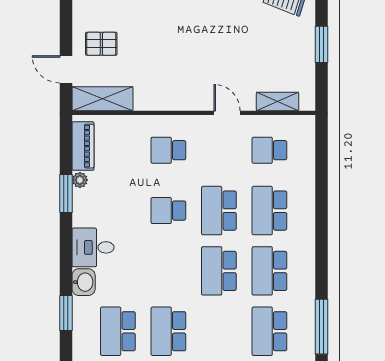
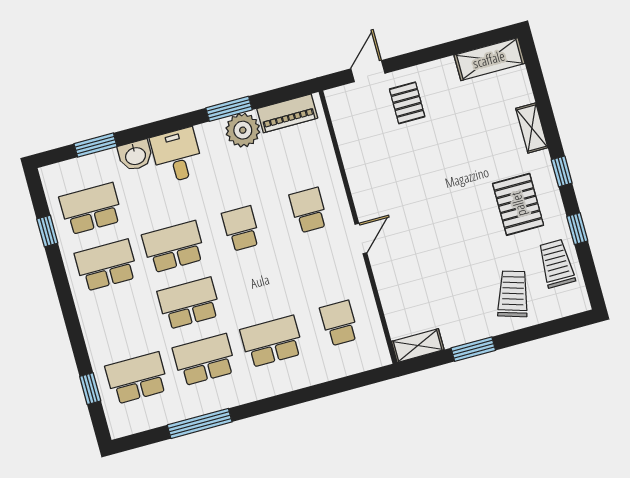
shelving: (102, 99) -> (346, 121), removed
shelving: (277, 101) -> (418, 346), moved, turned 90
door: (227, 113) -> (361, 238), moved
plant: (80, 180) -> (243, 130), width x1.88, depth x1.88
school desk: (219, 211) -> (174, 247), moved
window: (321, 327) -> (200, 423), moved

